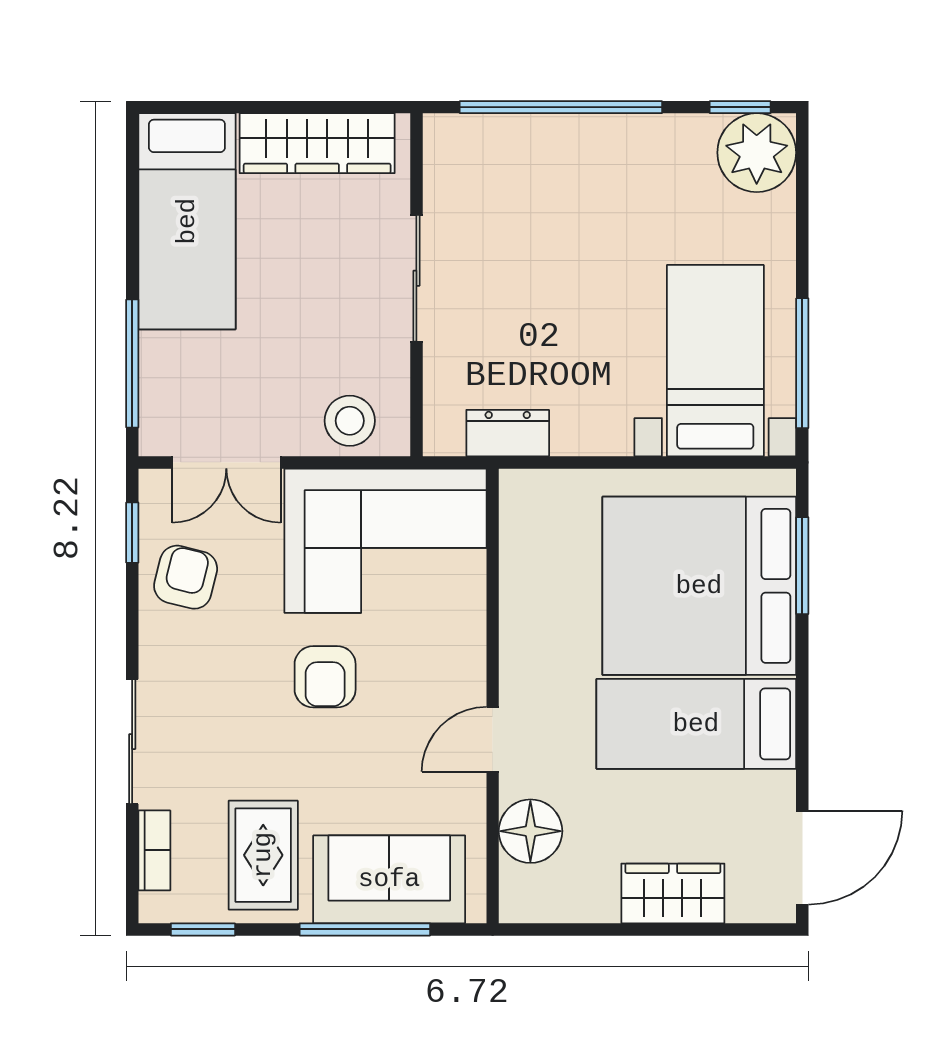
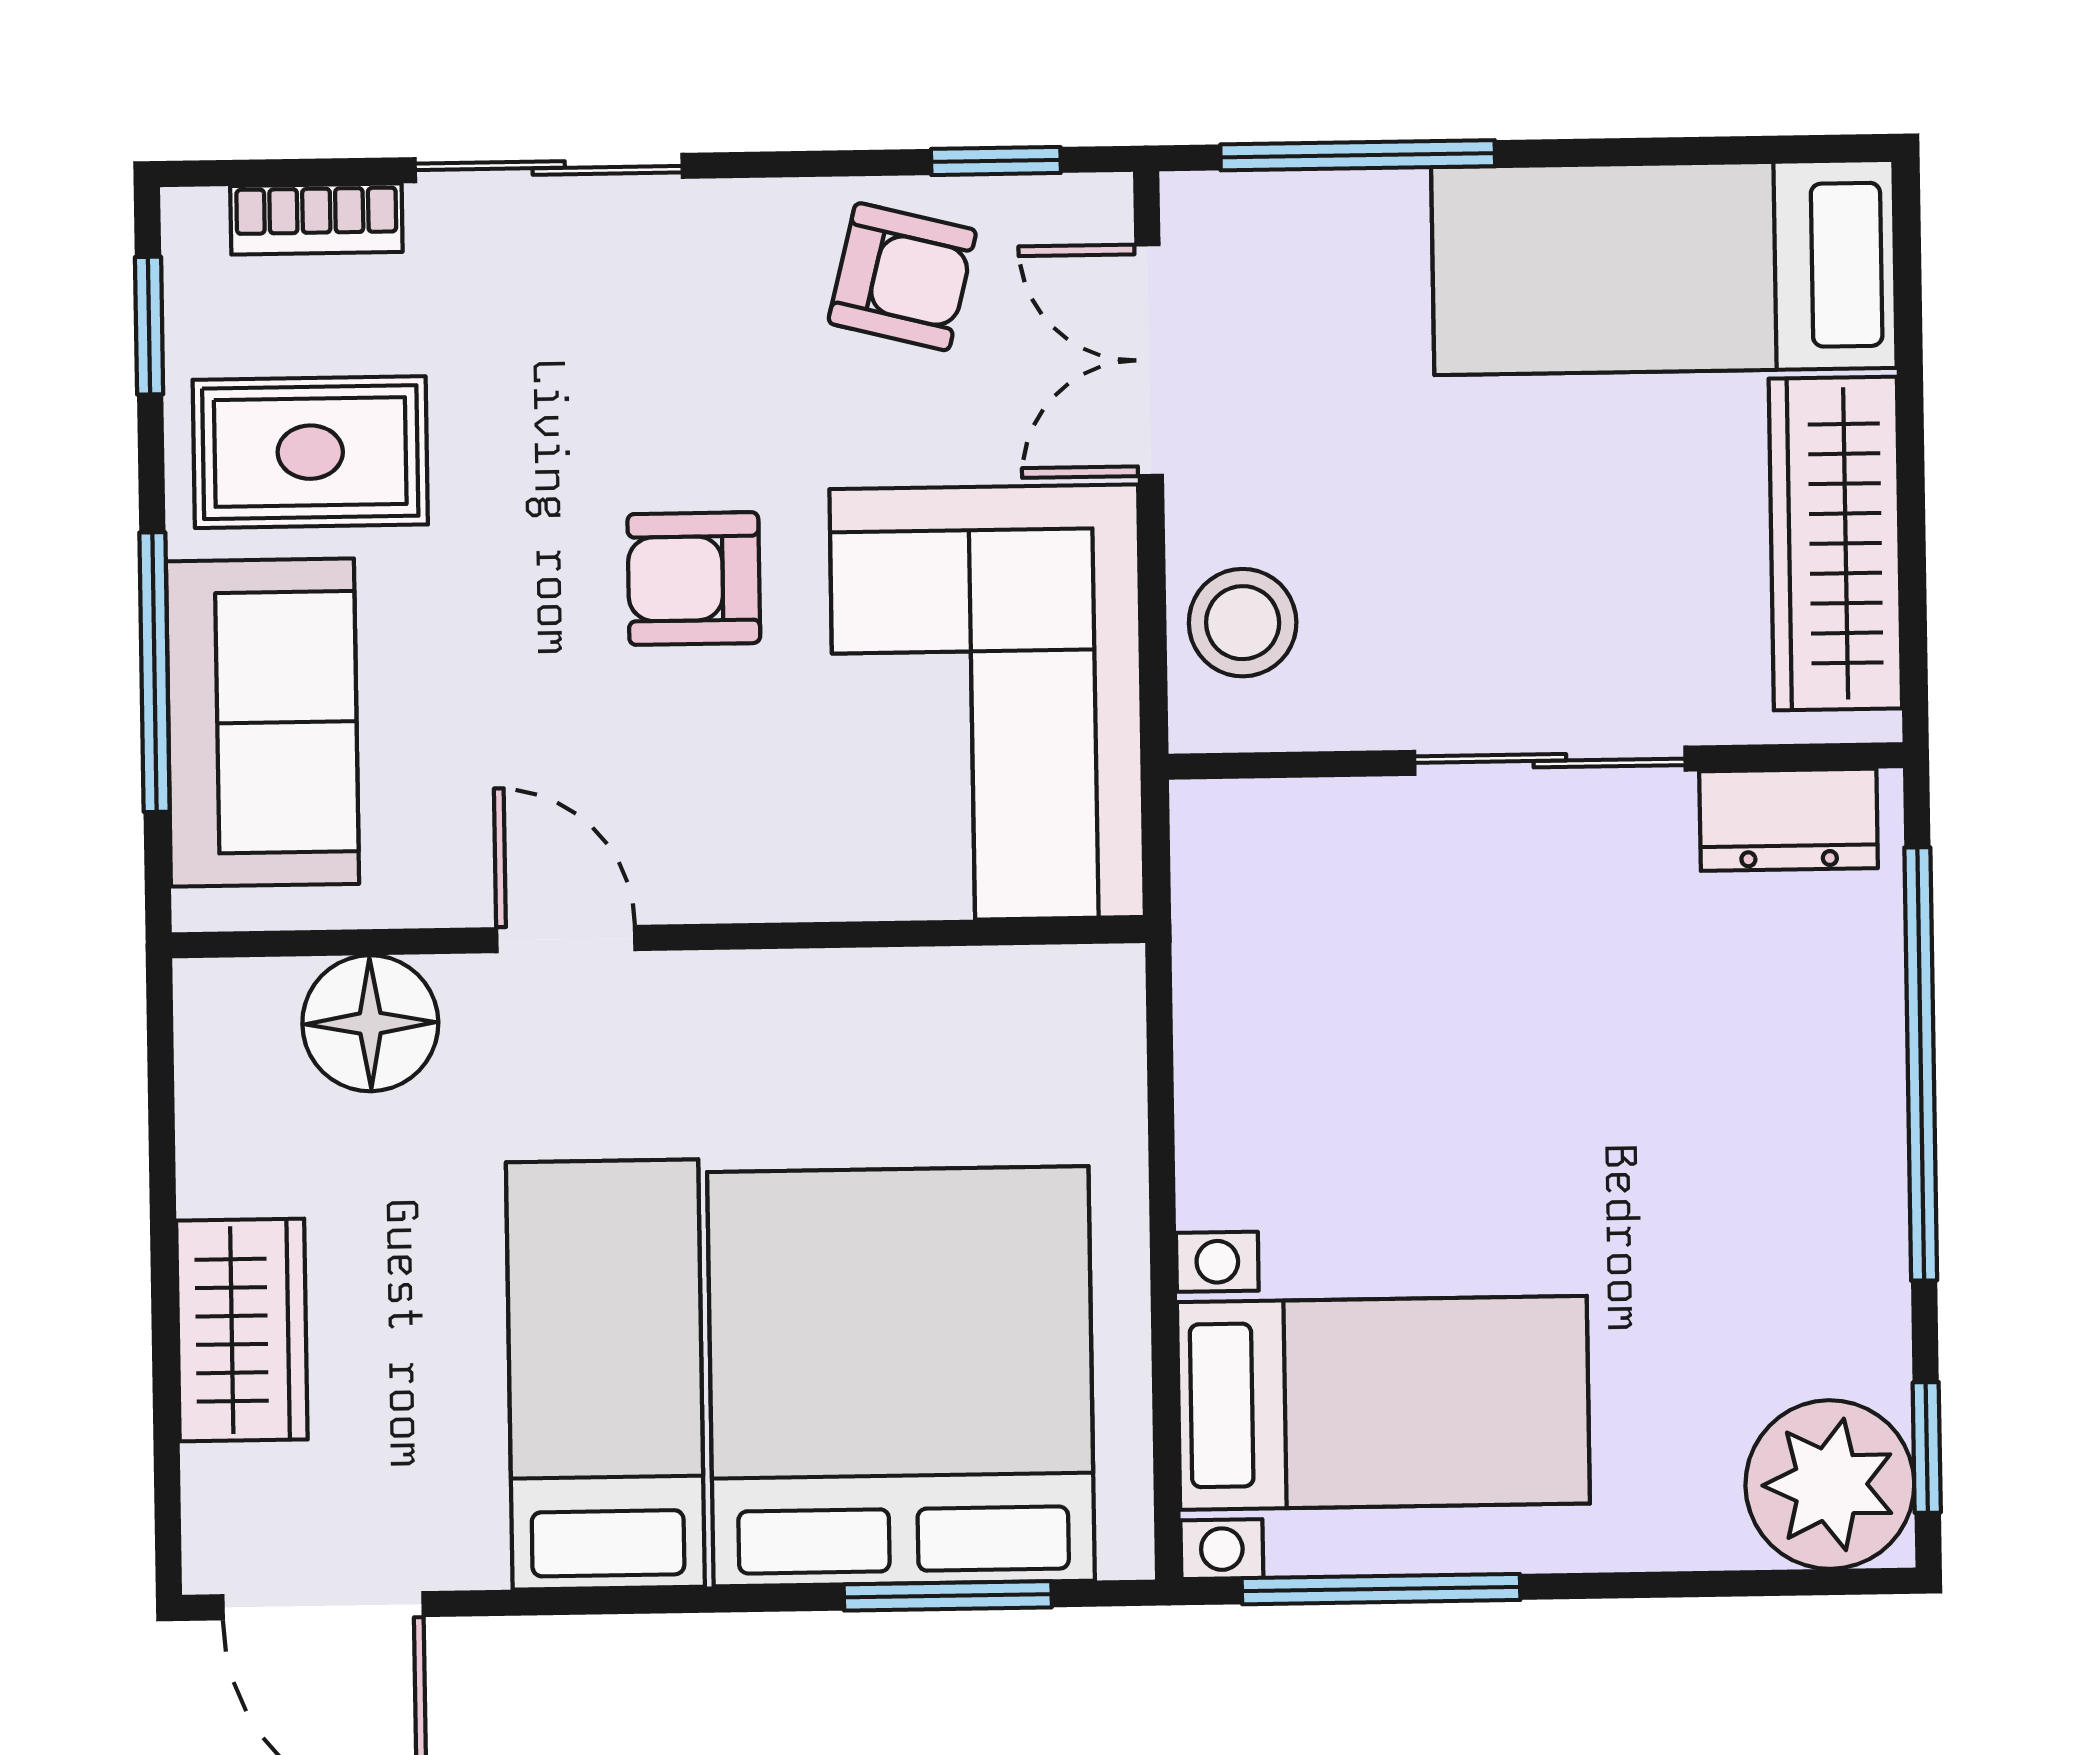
dresser: (508, 433) -> (1789, 820), moved, turned 90

